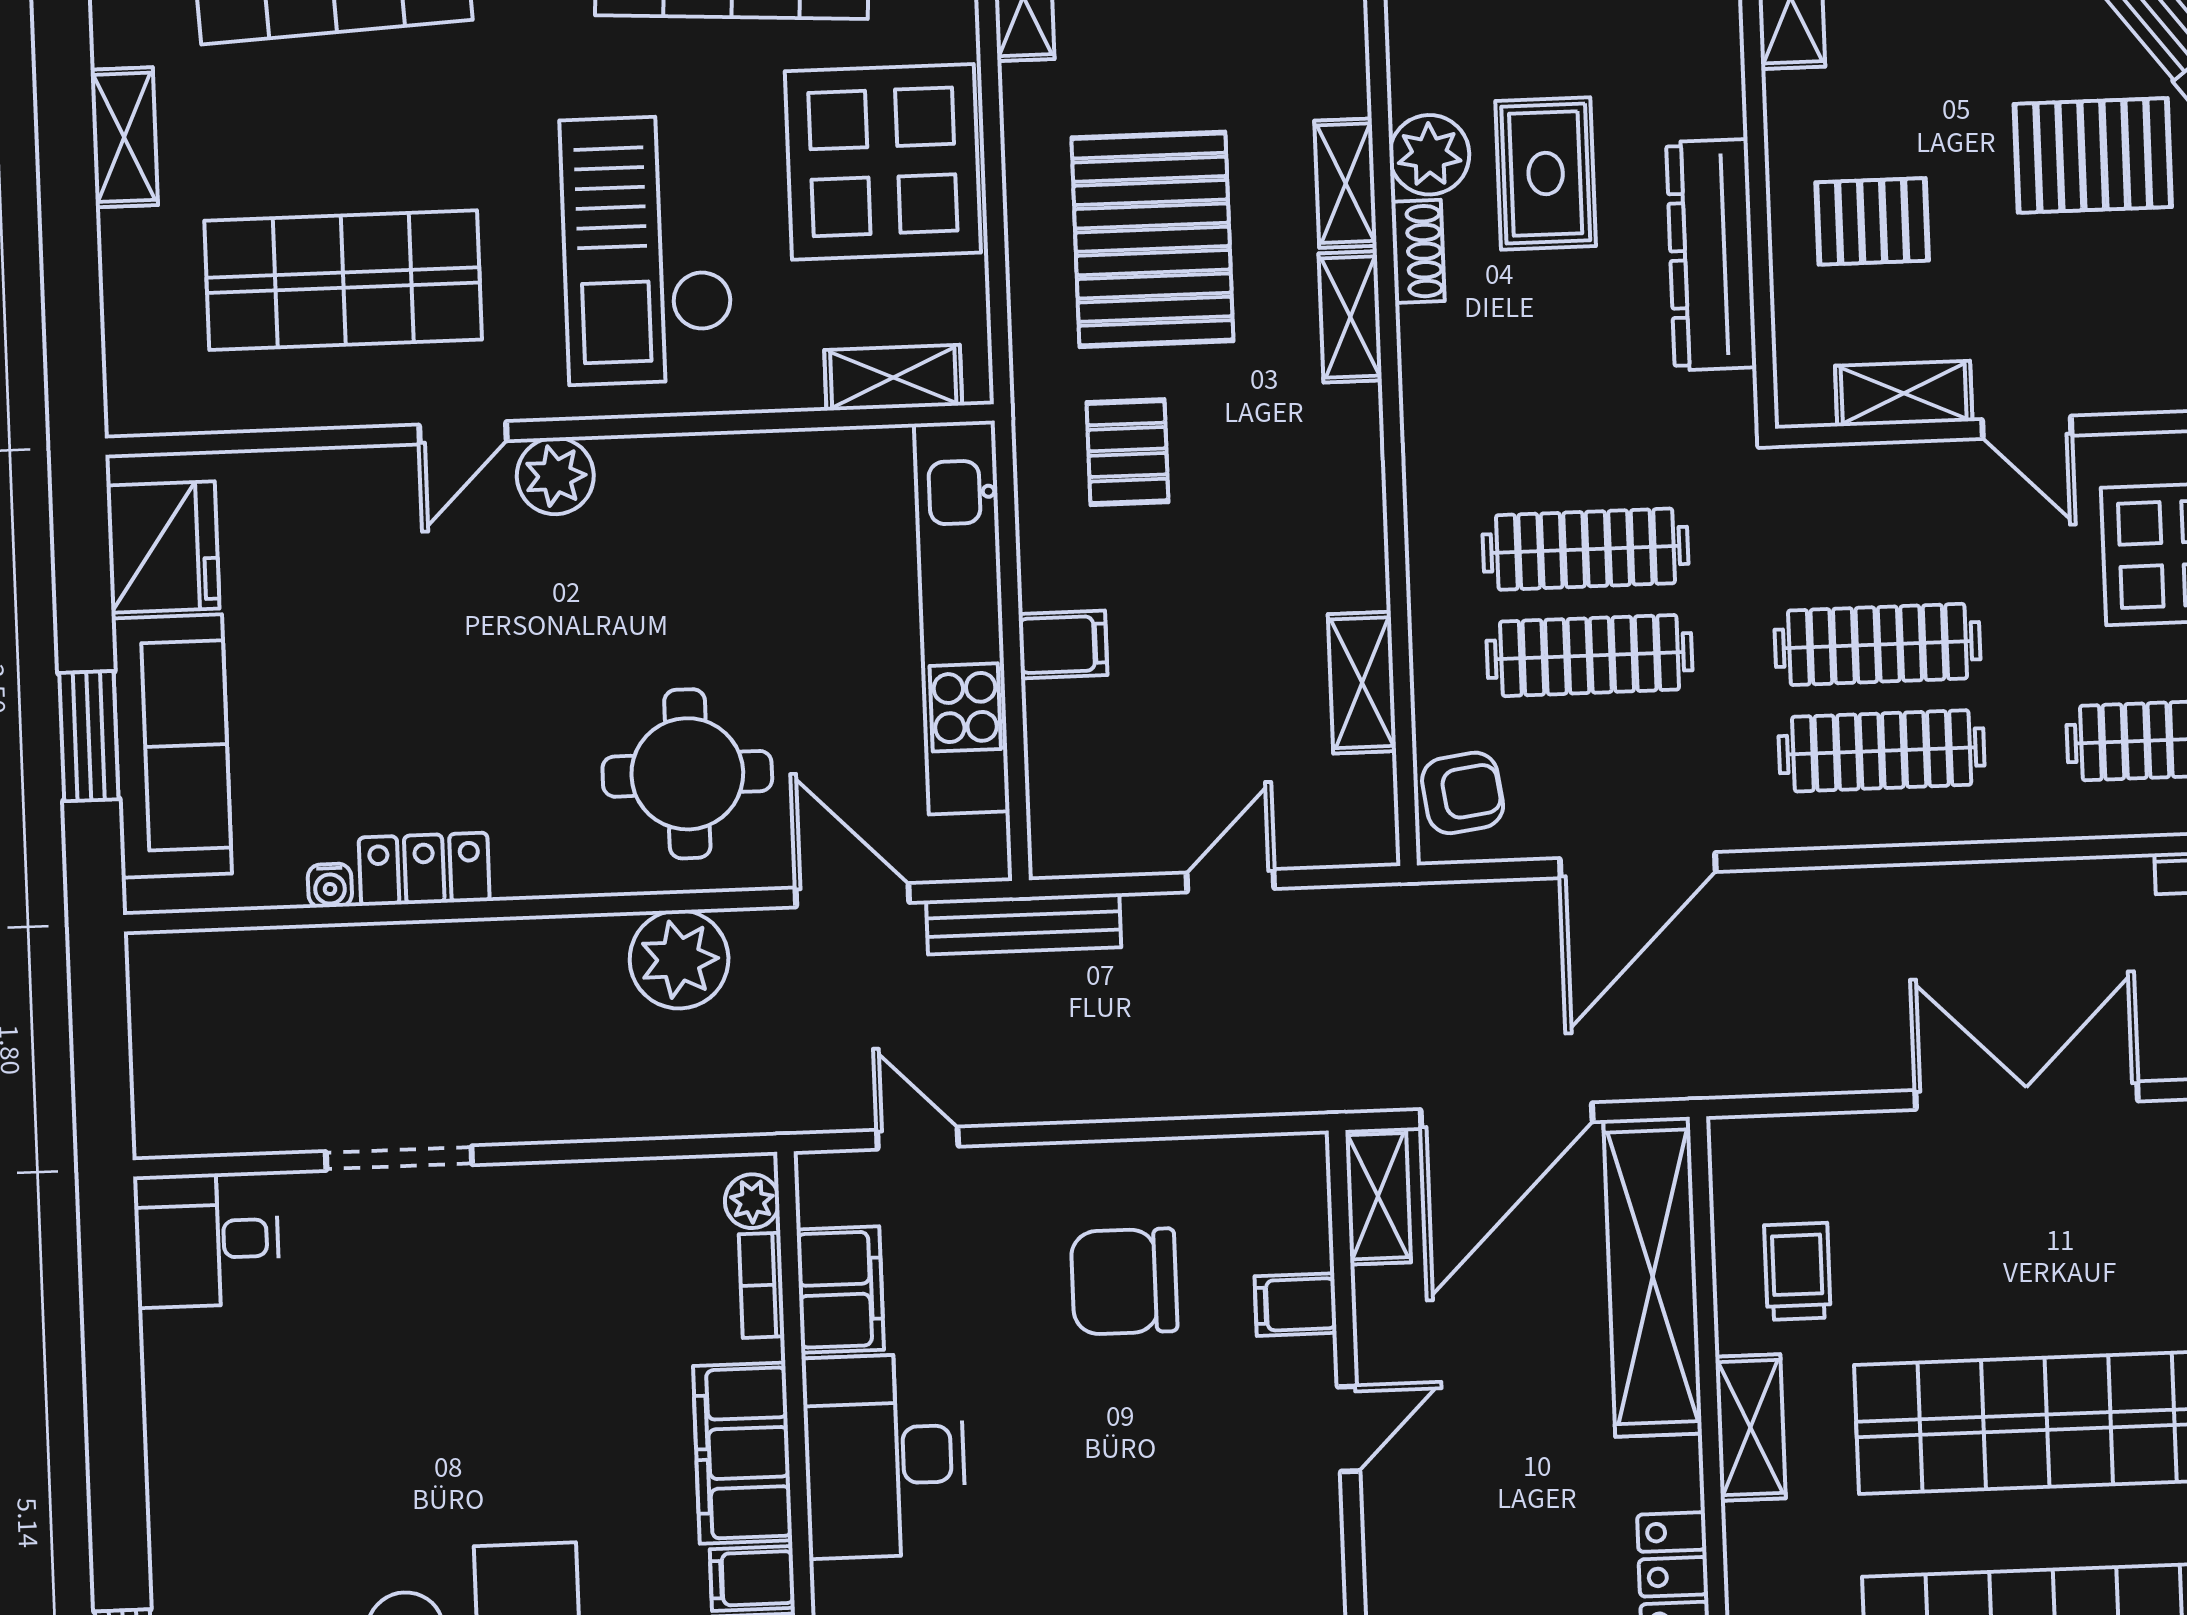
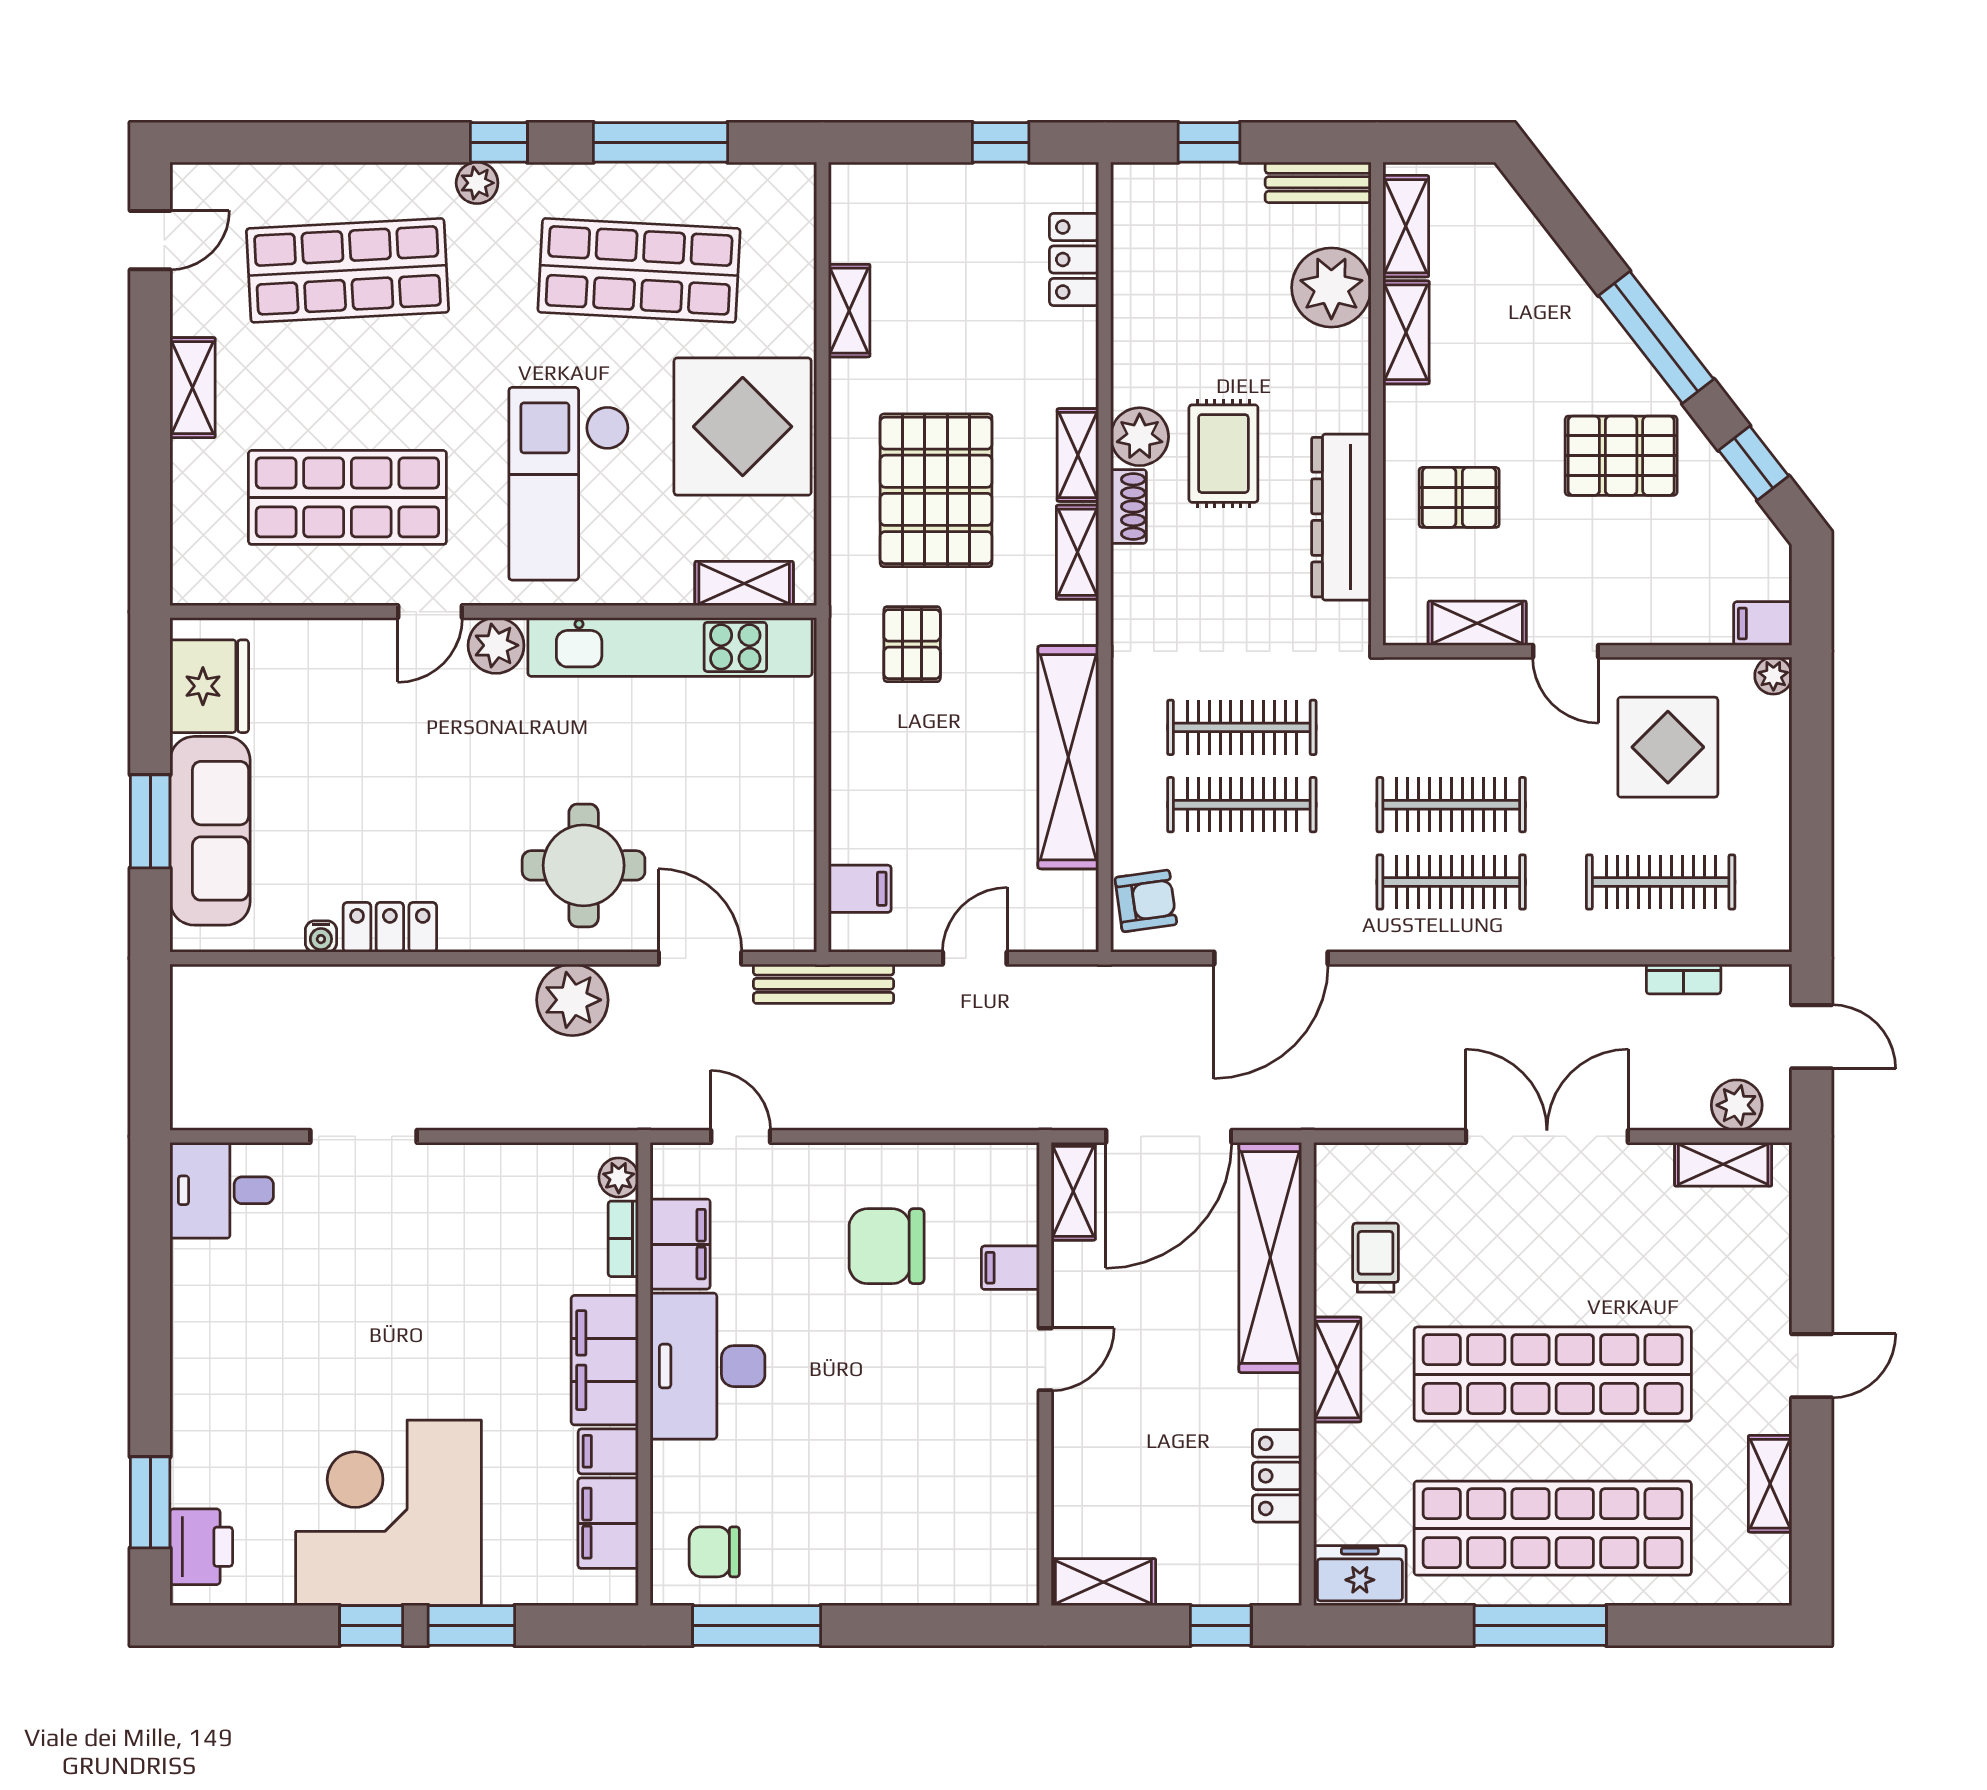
kitchen unit: (962, 618) -> (670, 647), moved, turned -90
filing cabinet: (1063, 645) -> (860, 889), moved
shelving: (1362, 683) -> (1068, 757), width x2.20, depth x1.33

